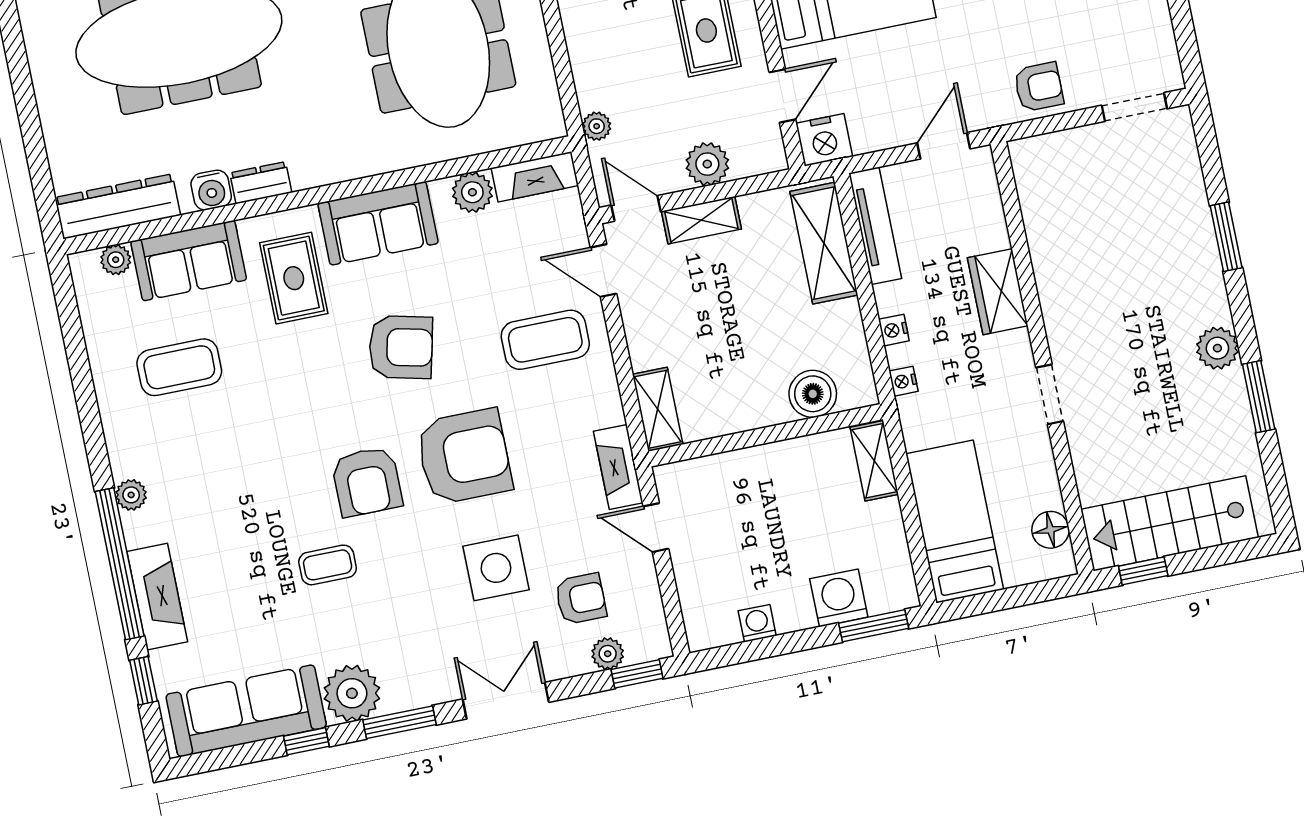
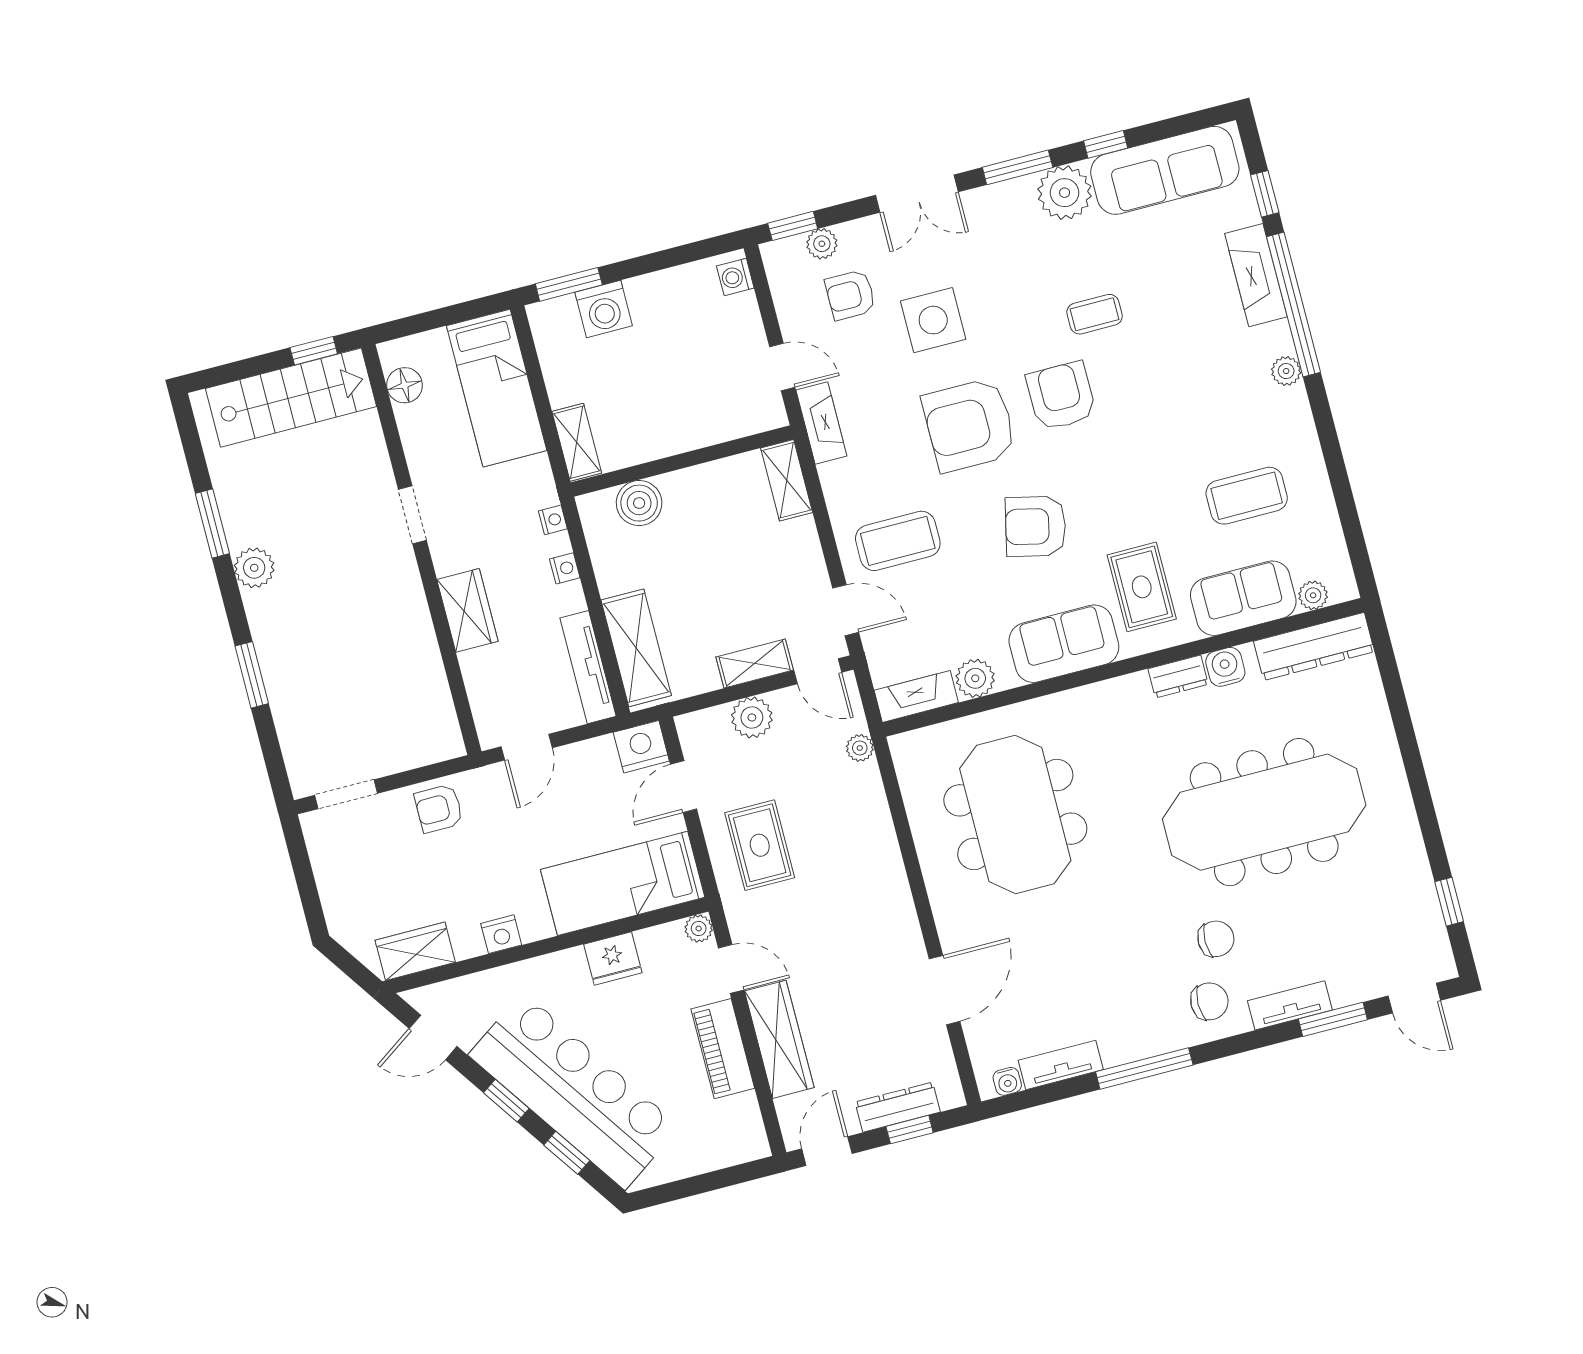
washing machine: (757, 623) -> (735, 277), moved, turned 90

